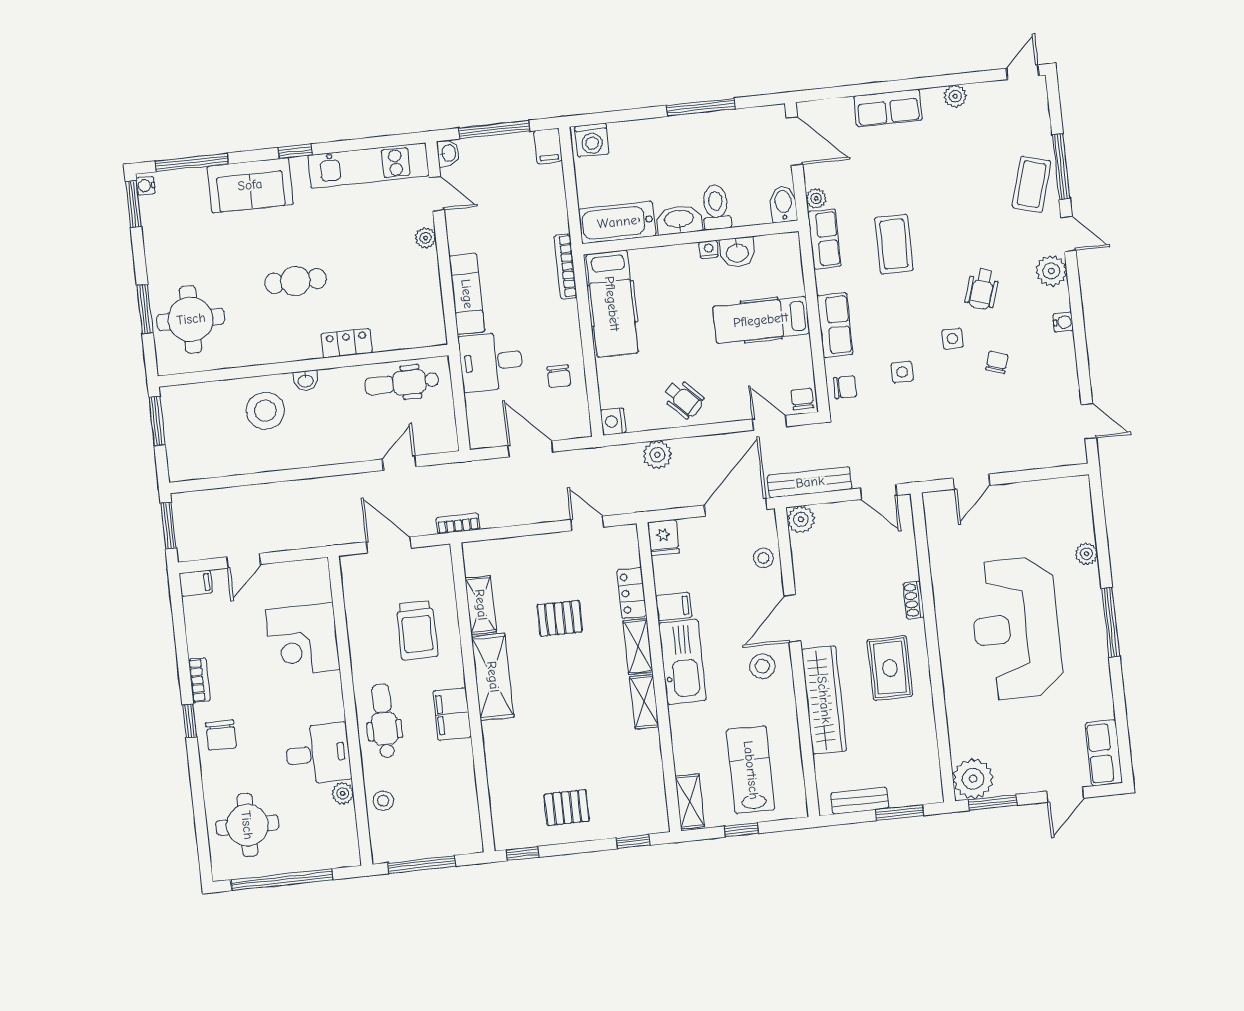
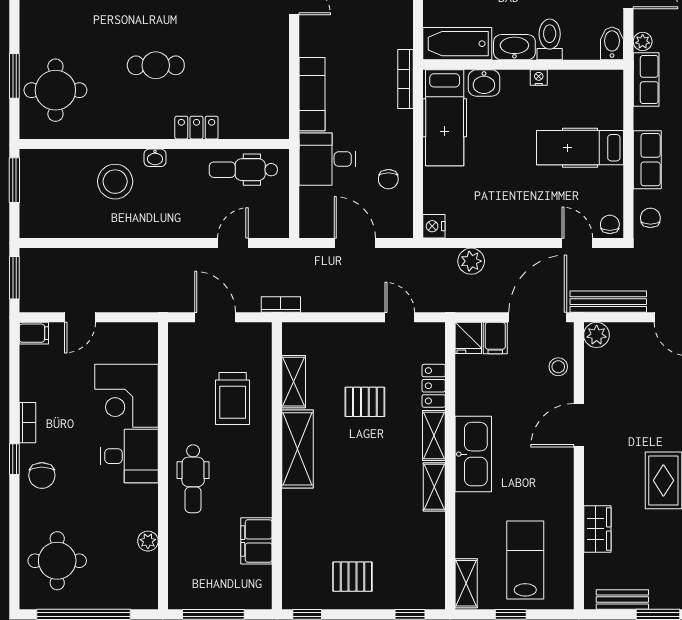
plant: (426, 238) -> (280, 39), removed
washbasin: (737, 252) -> (484, 83), moved
chair: (845, 387) -> (650, 218), turned -90
wheelchair: (683, 399) -> (500, 212), removed
filing cabinet: (674, 607) -> (495, 338), moved, turned 90
stool: (762, 666) -> (547, 466), removed
wardrobe: (824, 700) -> (597, 529), width x0.48, depth x0.85
filing cabinet: (452, 714) -> (256, 541), moved
dental chair: (384, 721) -> (193, 479), turned 180
desk: (318, 754) -> (129, 456), moved
stool: (383, 801) -> (185, 552), removed

